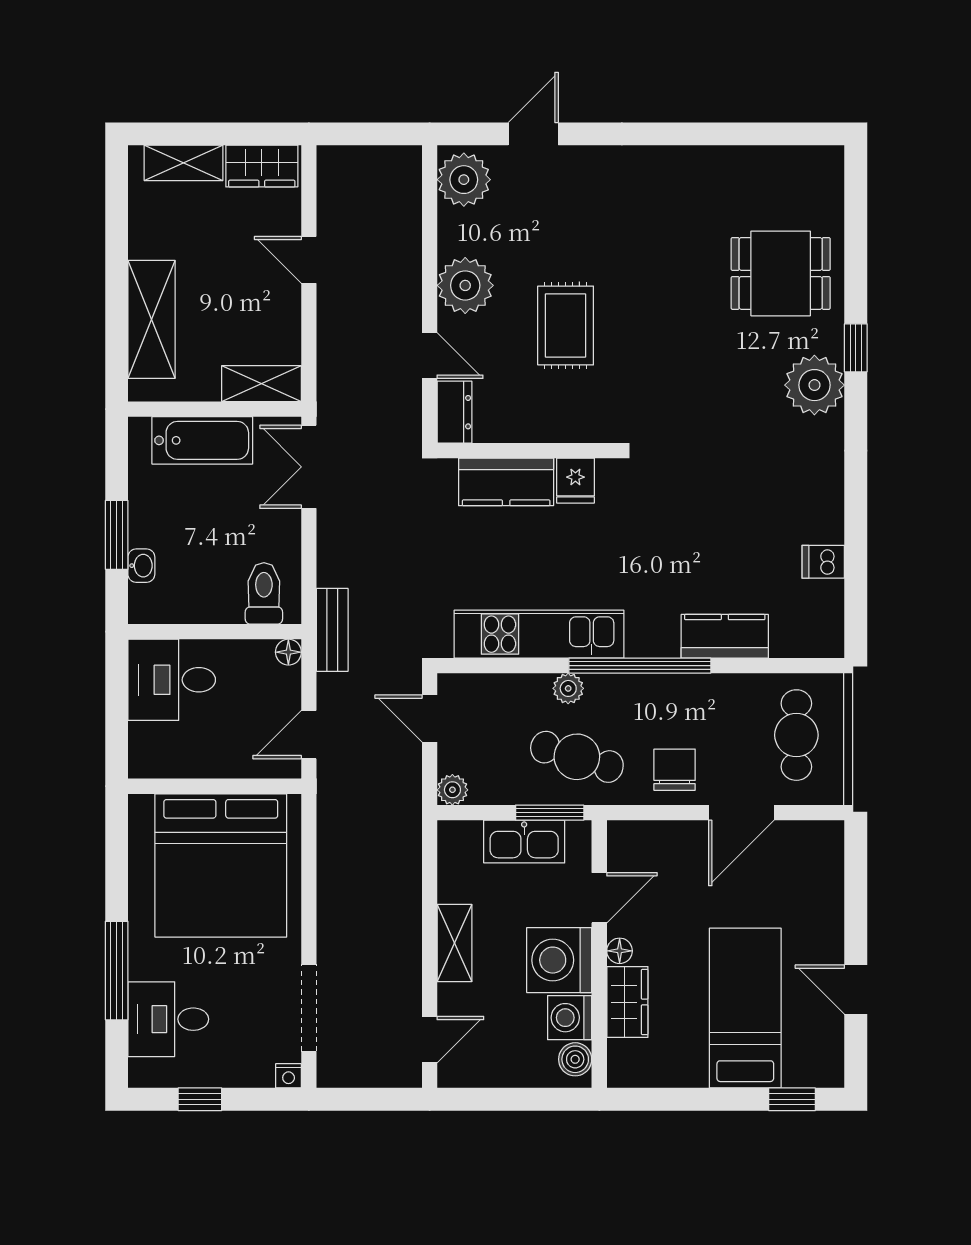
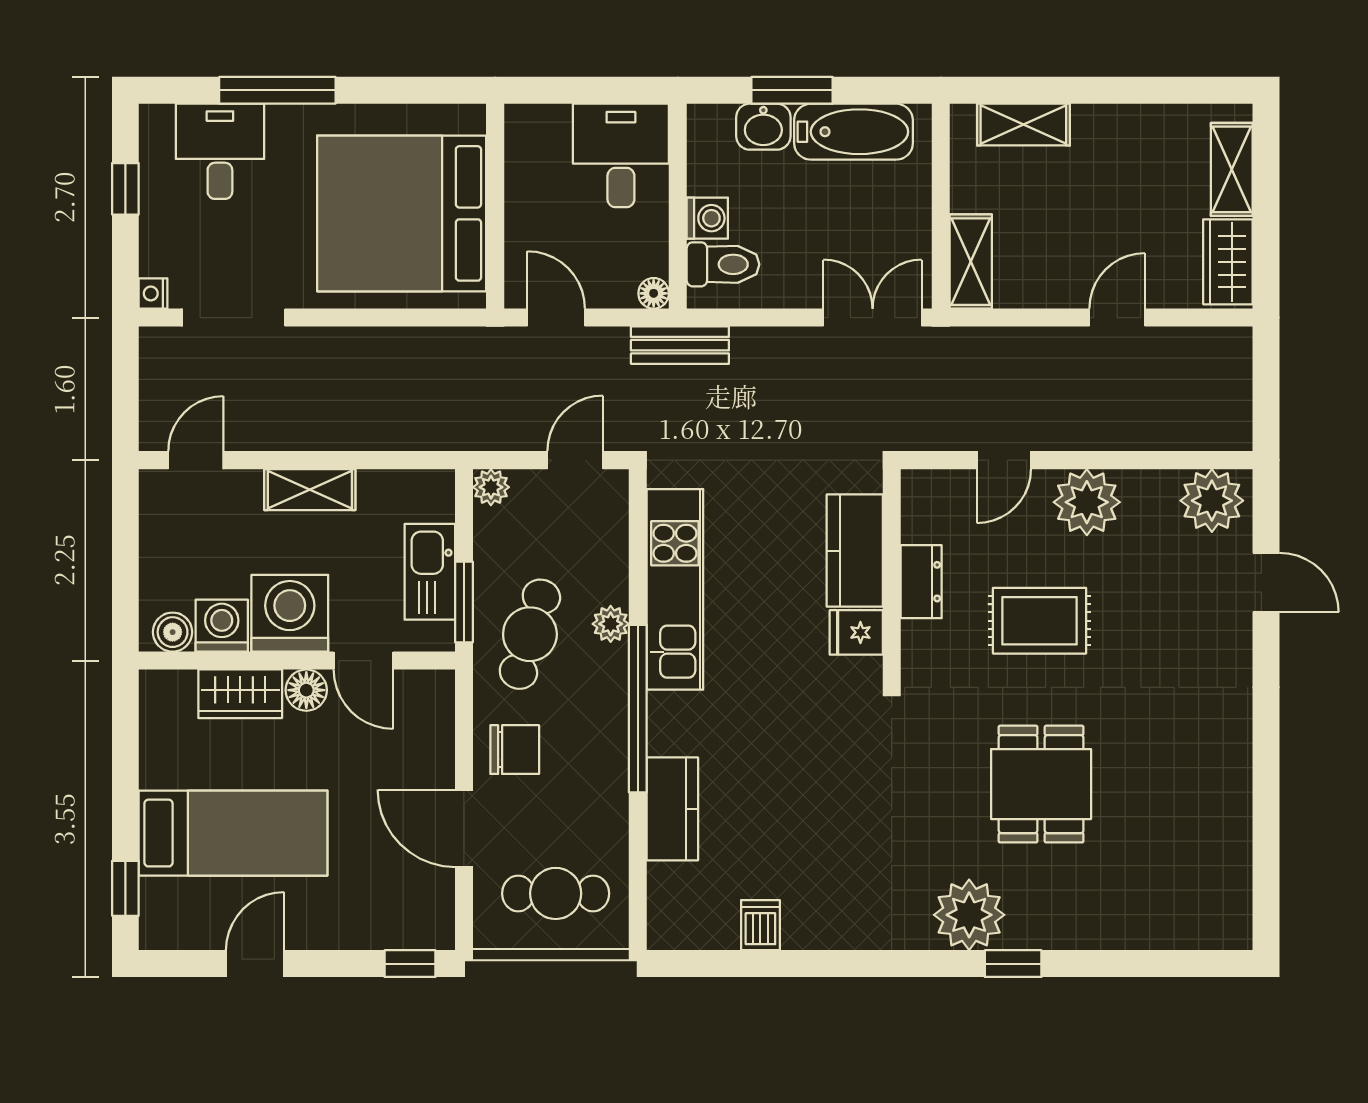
dining table: (781, 273) -> (1041, 784), moved
shelving: (151, 319) -> (1023, 125), width x0.67, depth x0.75
dresser: (455, 412) -> (921, 582), moved, turned -90
bathtub: (202, 440) -> (854, 132), moved, turned -90
washbasin: (141, 566) -> (763, 127), width x1.38, depth x1.45
washing machine: (225, 607) -> (707, 218), added
window: (856, 858) -> (410, 964), added
floor lamp: (620, 951) -> (306, 690), width x1.37, depth x1.37
door: (430, 1040) -> (196, 460), swing flipped

